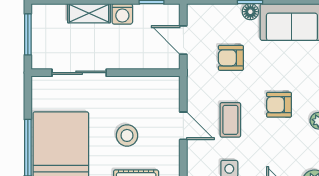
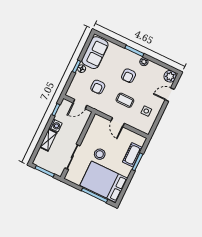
door: (183, 126) -> (118, 122), swing flipped
stool: (127, 135) -> (100, 154), moved

